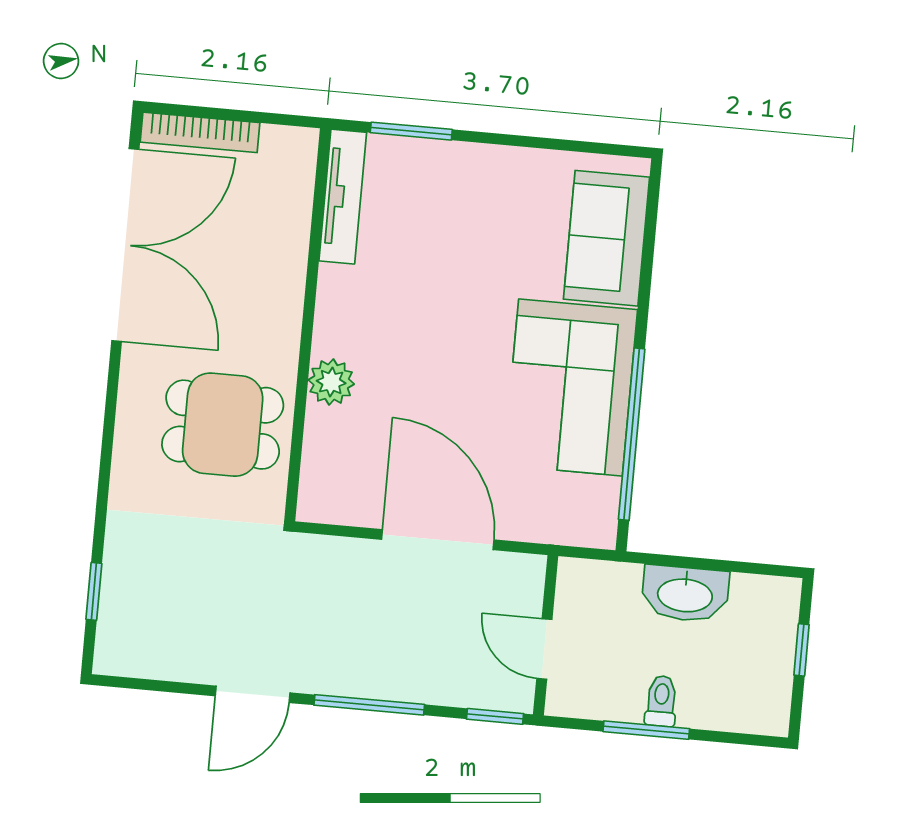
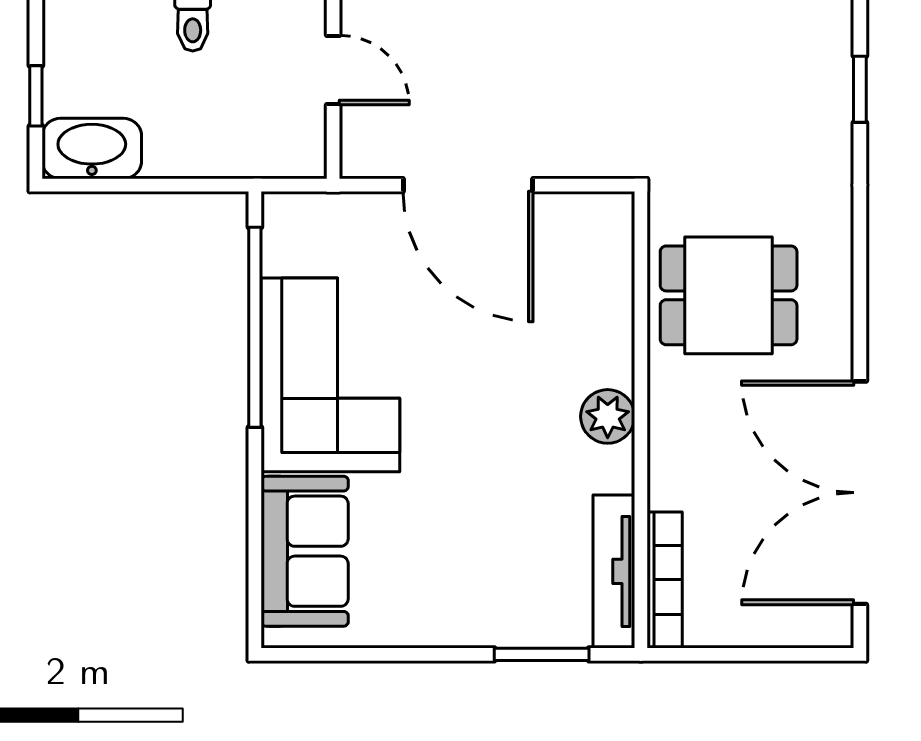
bookcase: (200, 132) -> (665, 580), moved, turned 90
plant: (331, 382) -> (608, 416), moved
washbasin: (685, 594) -> (92, 148), moved

